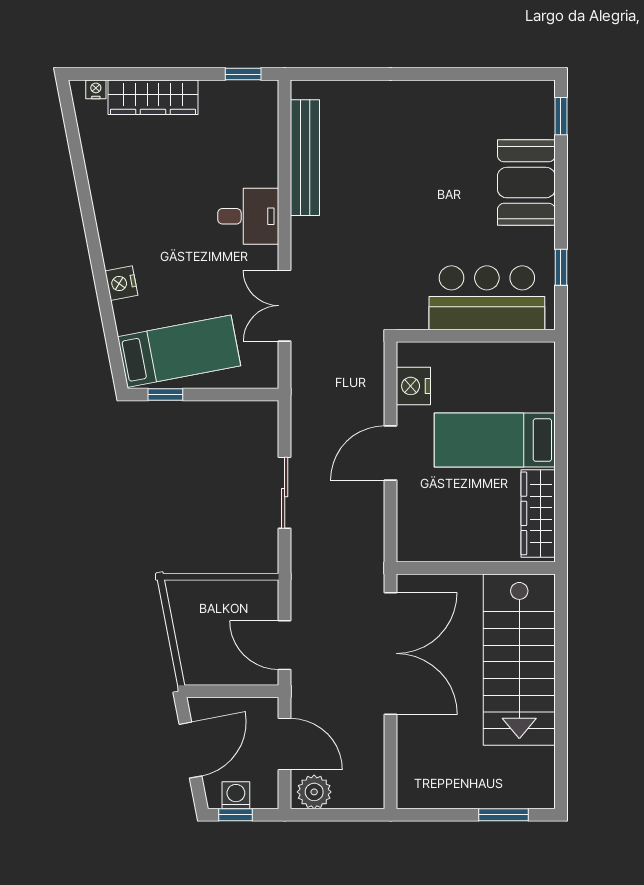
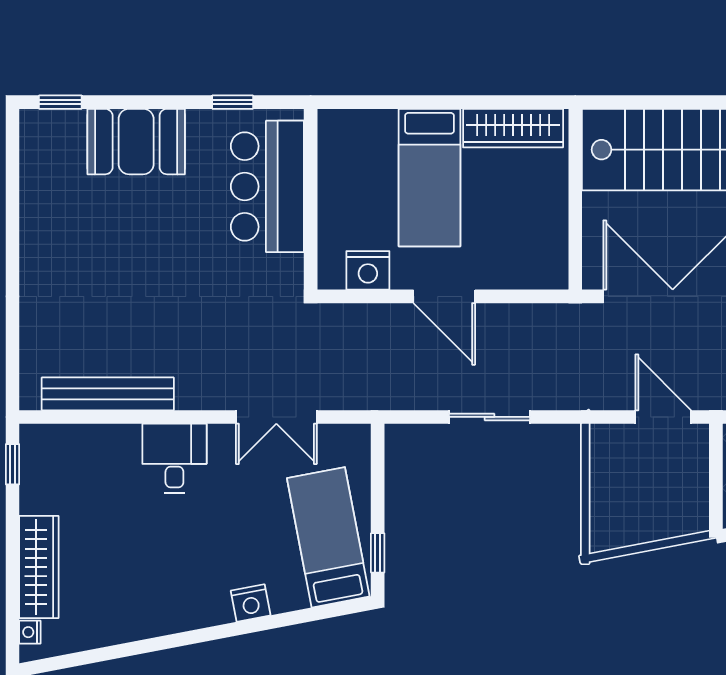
door: (285, 645) -> (663, 417), swing flipped

